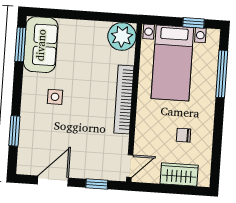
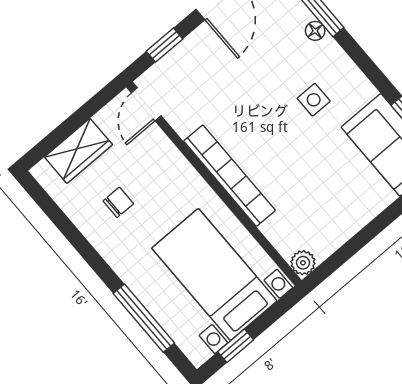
plant: (122, 36) -> (303, 263), width x0.53, depth x0.53
floor lamp: (25, 126) -> (315, 31), added

